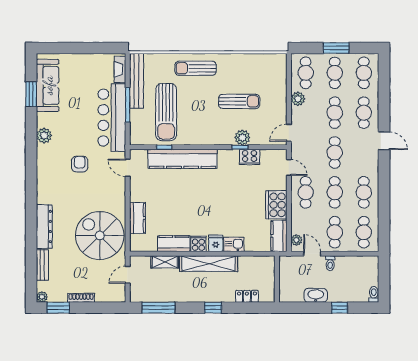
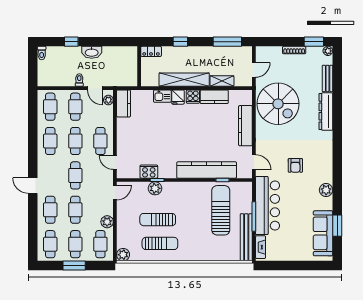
plant: (279, 61) -> (123, 255), added
sun lounger: (196, 68) -> (160, 243), moved
cooker: (276, 205) -> (126, 130), removed
kitchen counter: (137, 218) -> (245, 126), width x1.50
wall: (277, 279) -> (139, 66), moved

